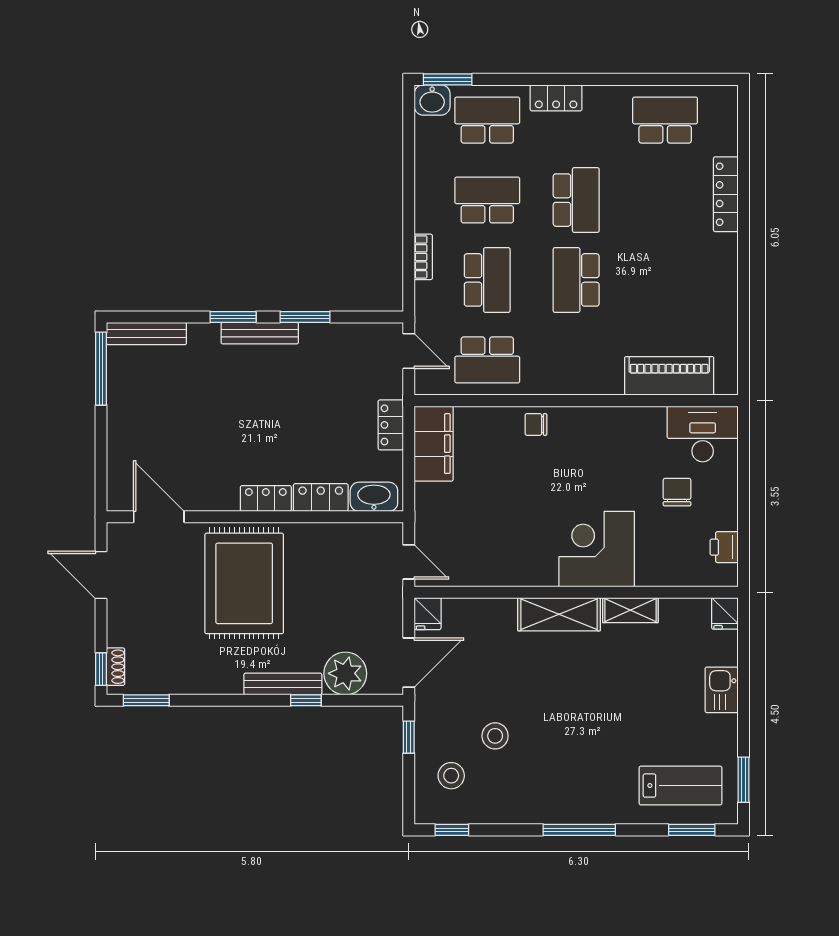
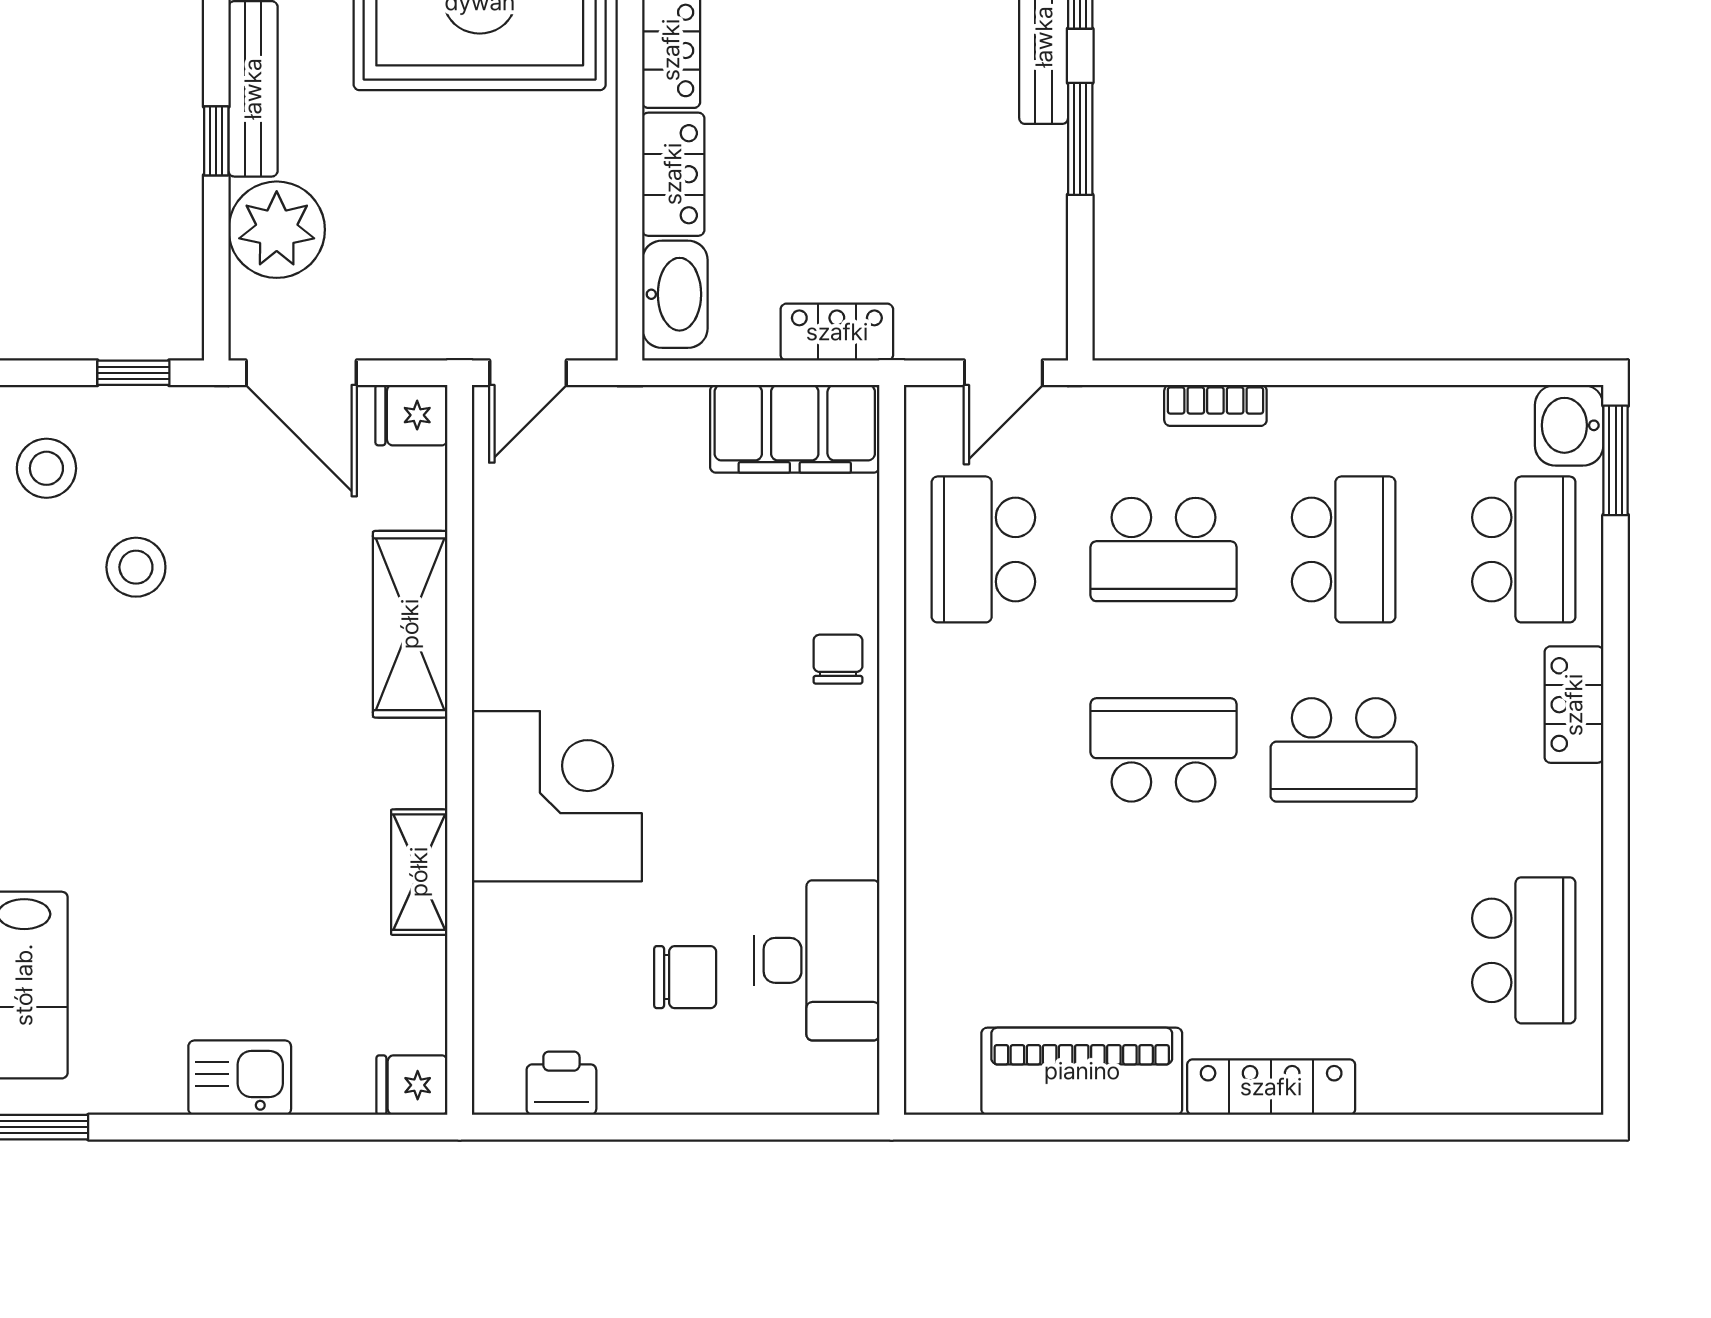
locker: (726, 194) -> (1271, 1087), moved
piano: (669, 376) -> (1082, 1071), moved, turned -90
desk: (703, 434) -> (817, 960), moved
shelving: (559, 614) -> (410, 624), moved

